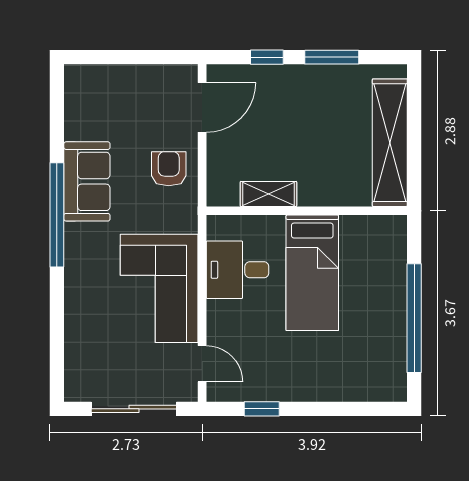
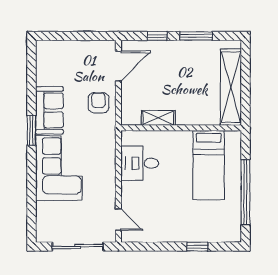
window: (57, 215) -> (32, 130), width x0.47
bed: (312, 273) -> (209, 165), moved
corner sofa: (159, 288) -> (59, 168), moved, turned 180
window: (262, 409) -> (197, 247), moved

